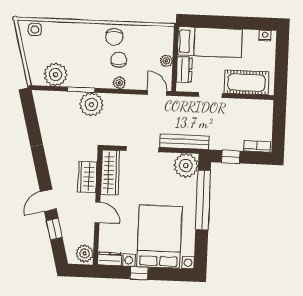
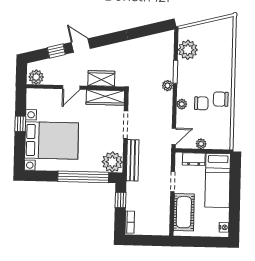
side table: (35, 30) -> (226, 31), removed
plant: (91, 104) -> (168, 86), width x0.53, depth x0.53
dresser: (110, 259) -> (32, 99), removed

